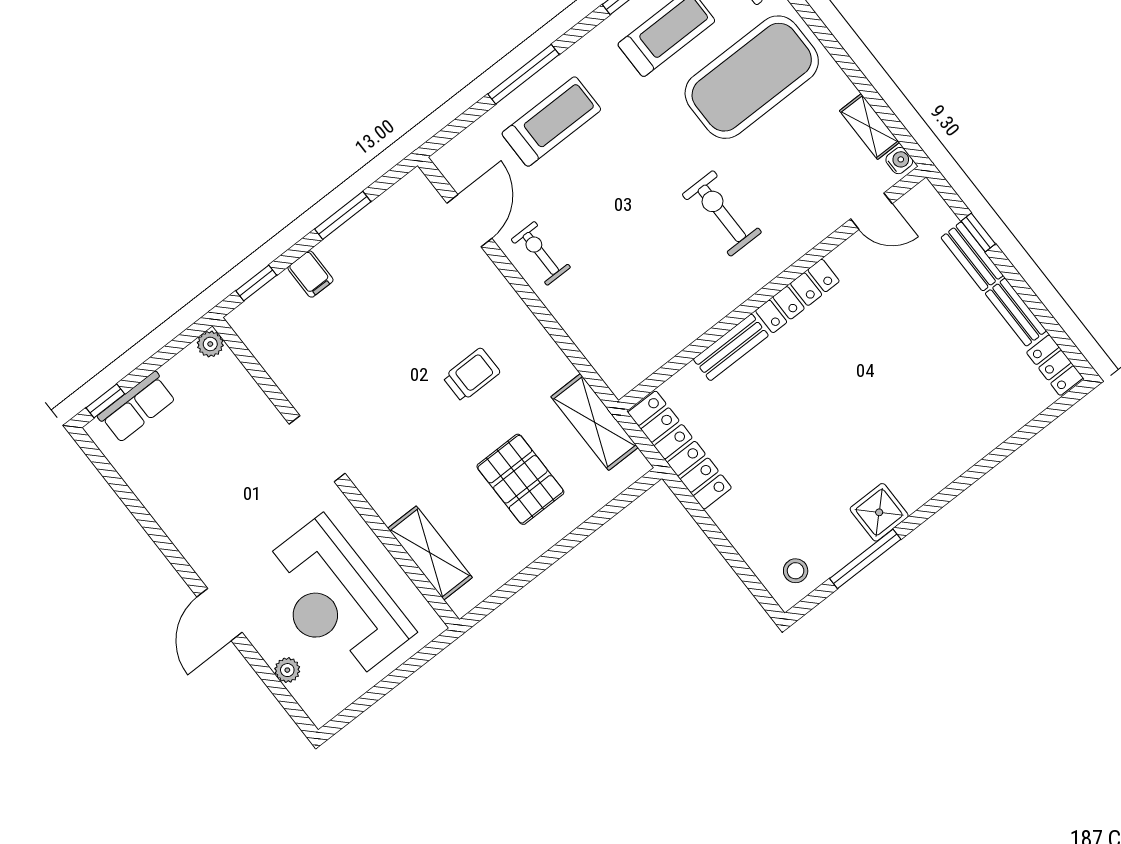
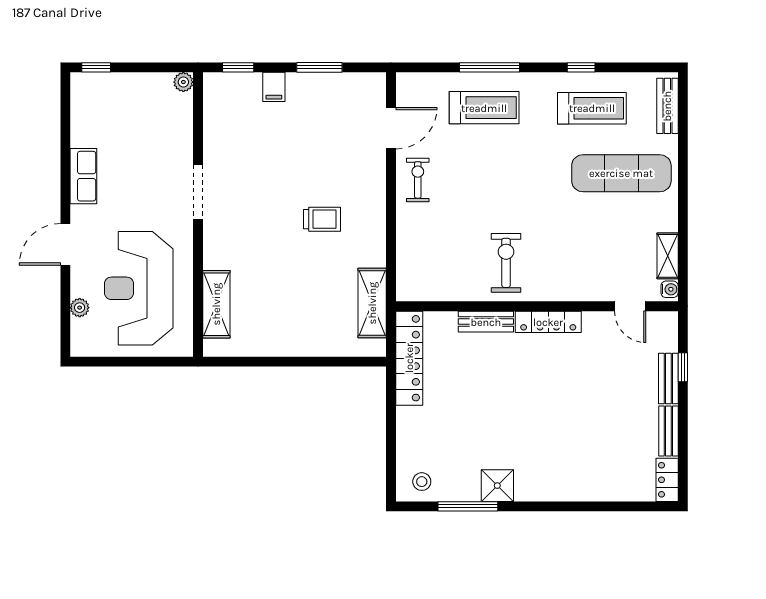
exercise mat: (752, 77) -> (621, 173), width x0.68
exercise bike: (722, 213) -> (506, 263), moved
row of seats: (137, 407) -> (83, 176), moved, turned -90
pallet: (520, 479) -> (303, 303), removed

